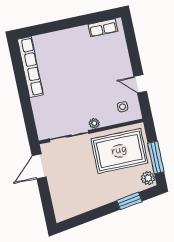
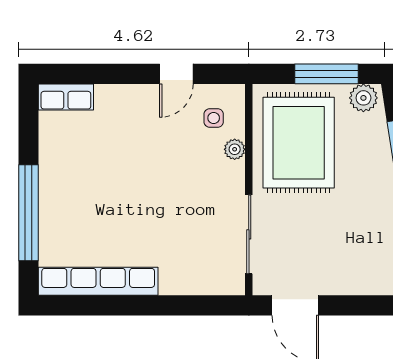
window: (57, 26) -> (29, 213), added
row of seats: (103, 28) -> (66, 97), moved, turned 90
plant: (94, 123) -> (235, 149), moved

